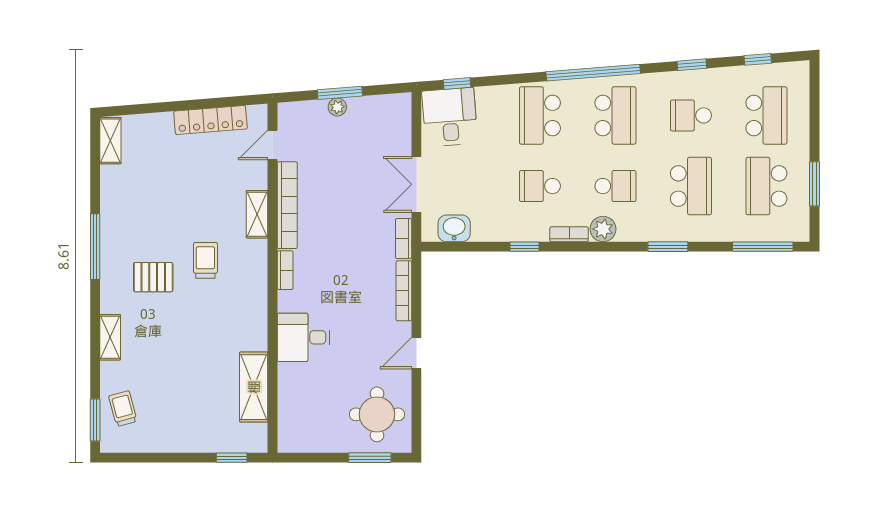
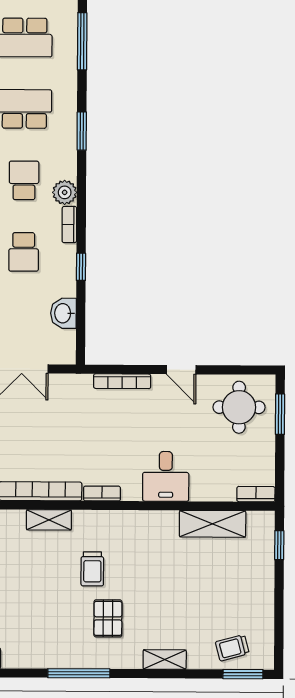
washbasin: (454, 228) -> (63, 313), moved
bookcase: (404, 239) -> (256, 494), moved, turned 180
trolley: (205, 260) -> (92, 569), turned -90

